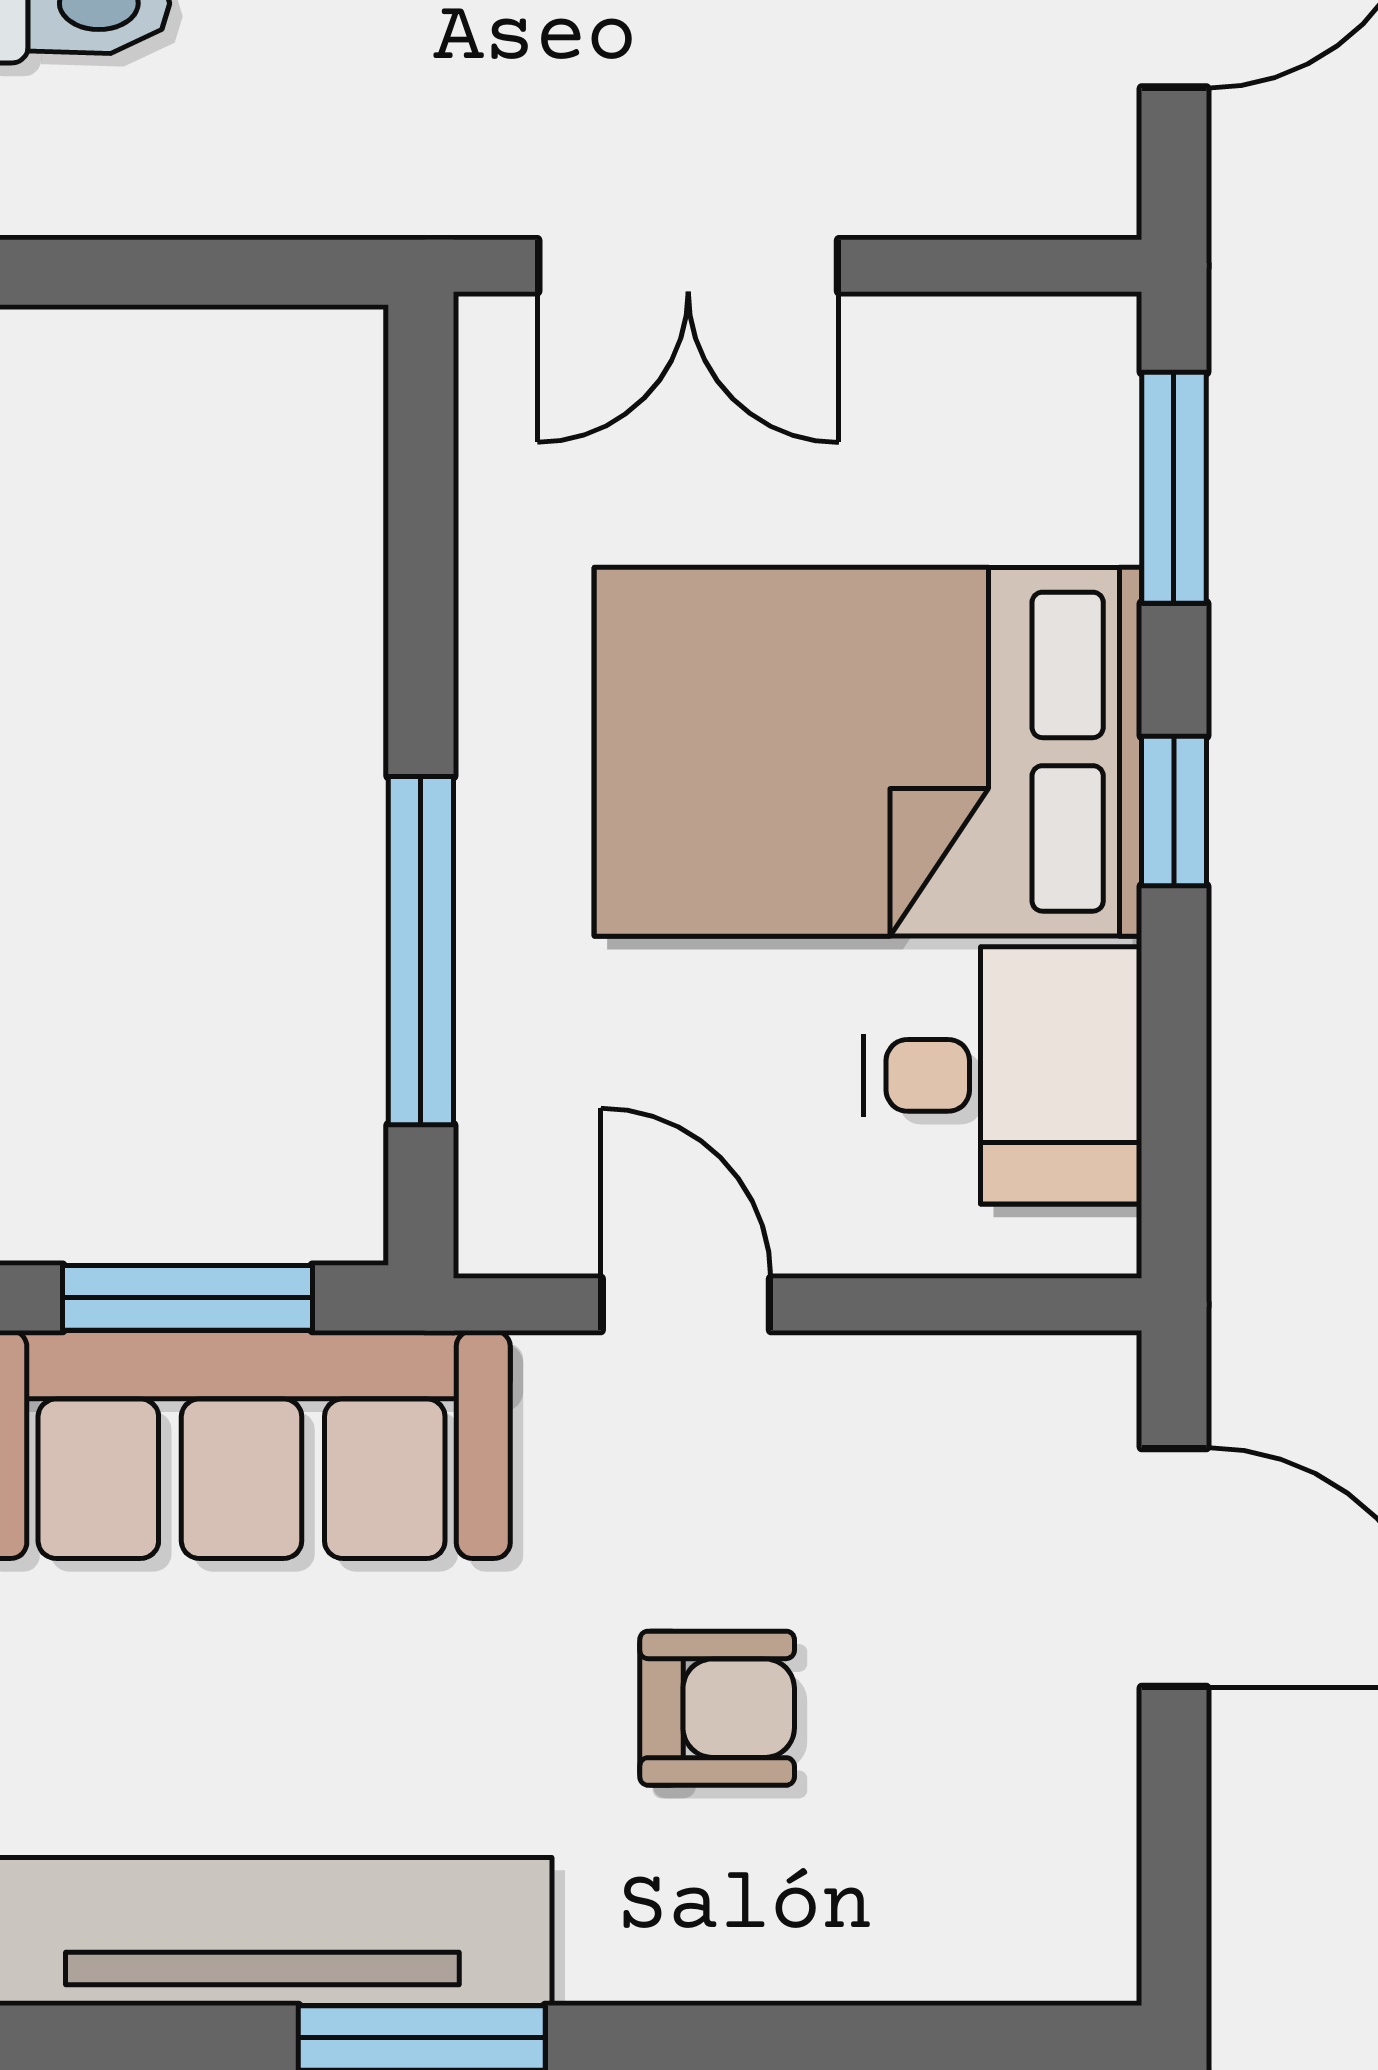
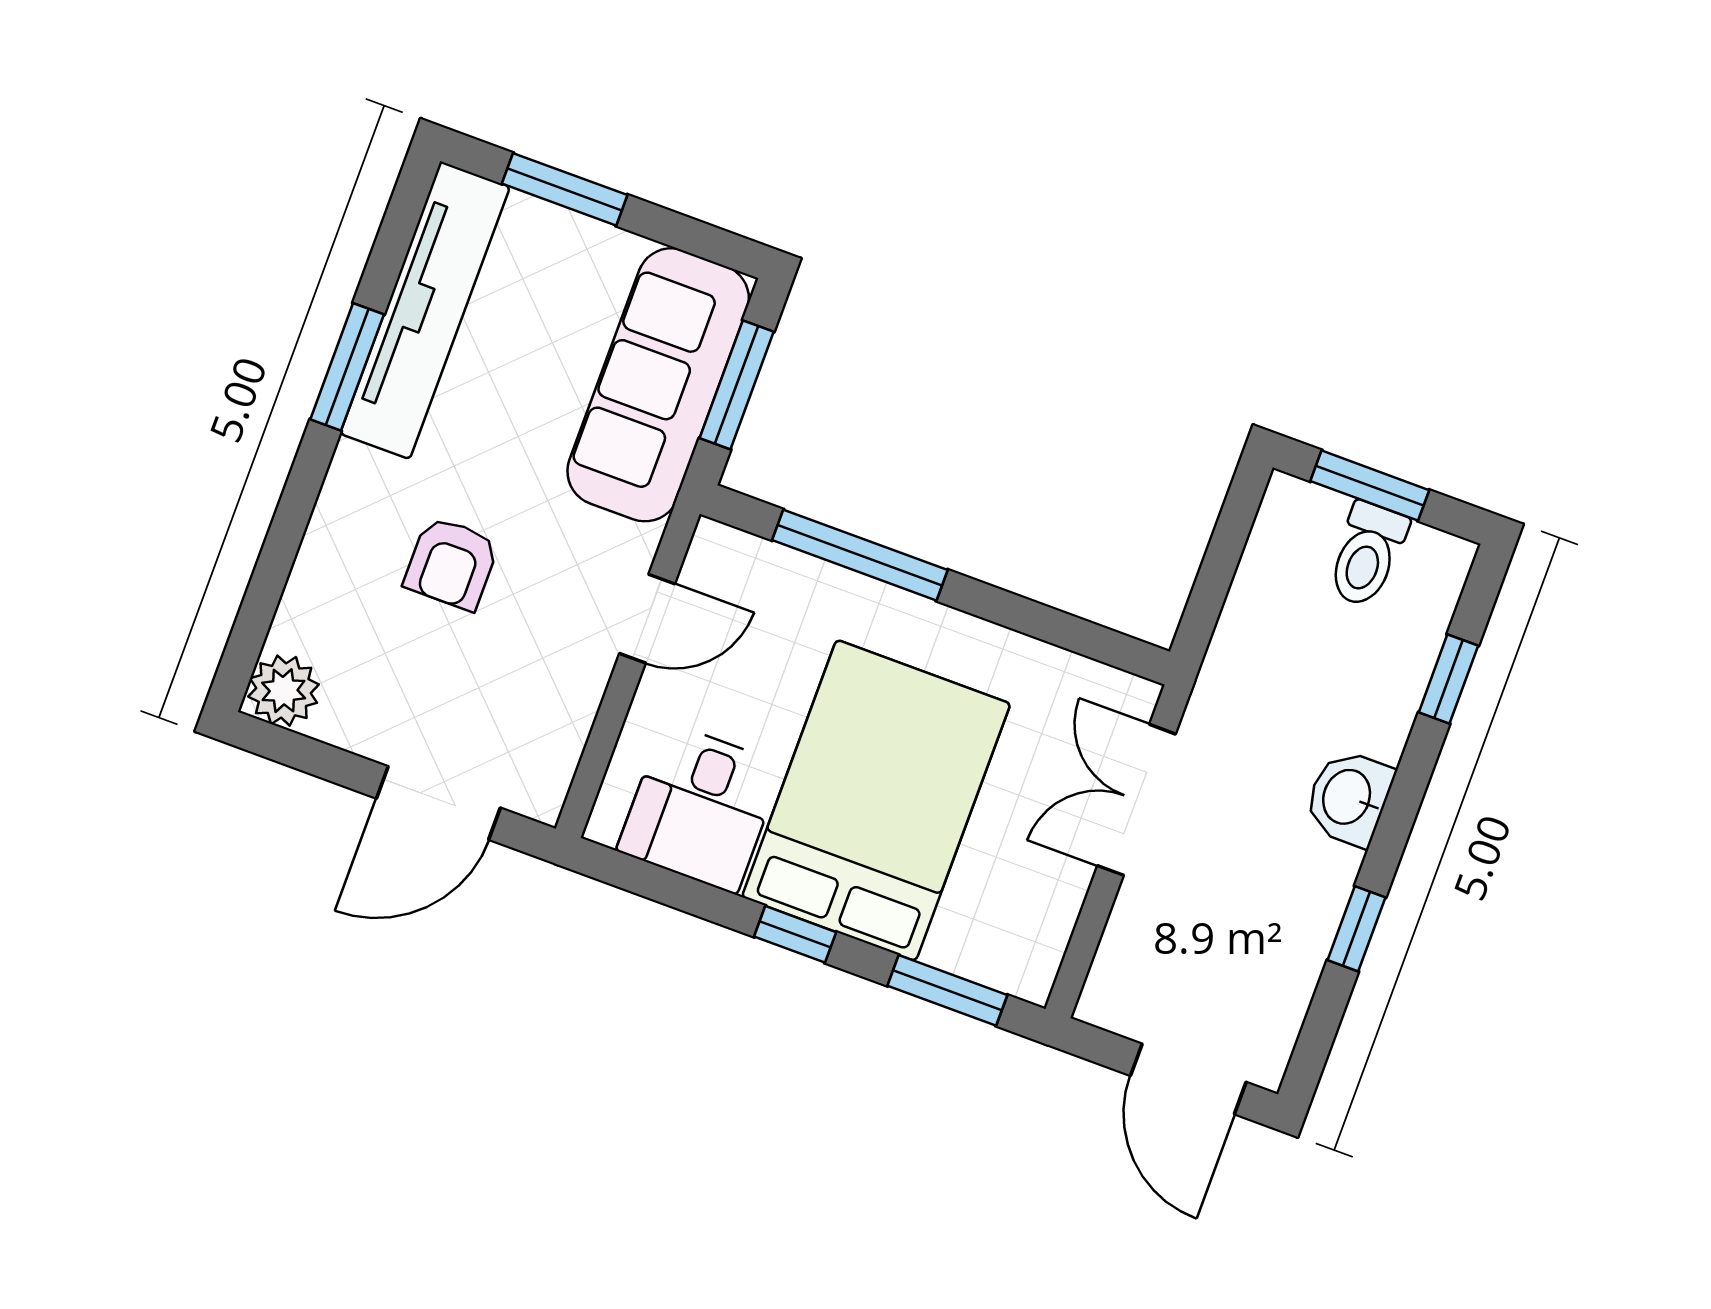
plant: (1070, 1934) -> (284, 691), added

